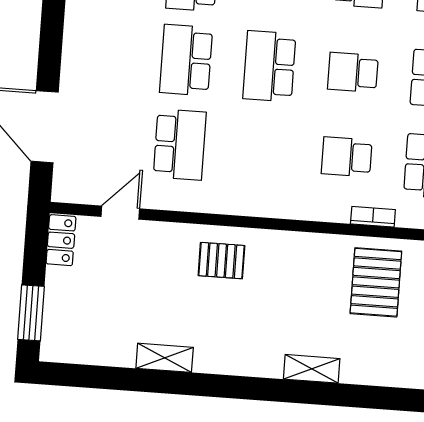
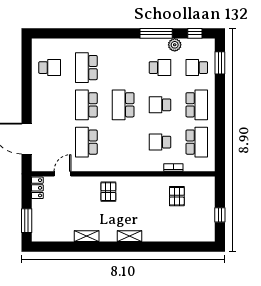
school desk: (180, 145) -> (86, 142), turned 180
pallet: (221, 261) -> (108, 192), turned 90
pallet: (376, 282) -> (177, 196), width x0.67, depth x0.71
shelving: (312, 369) -> (129, 236), moved

